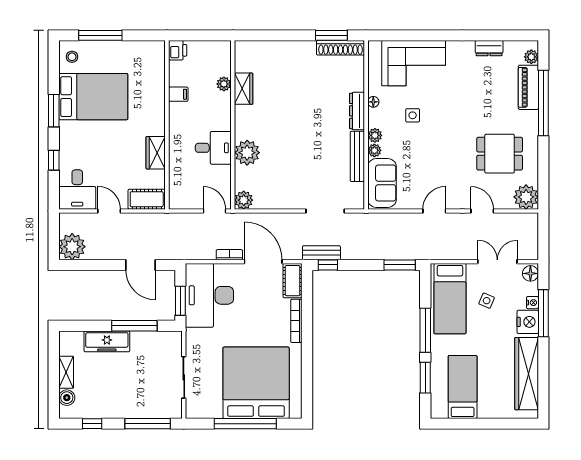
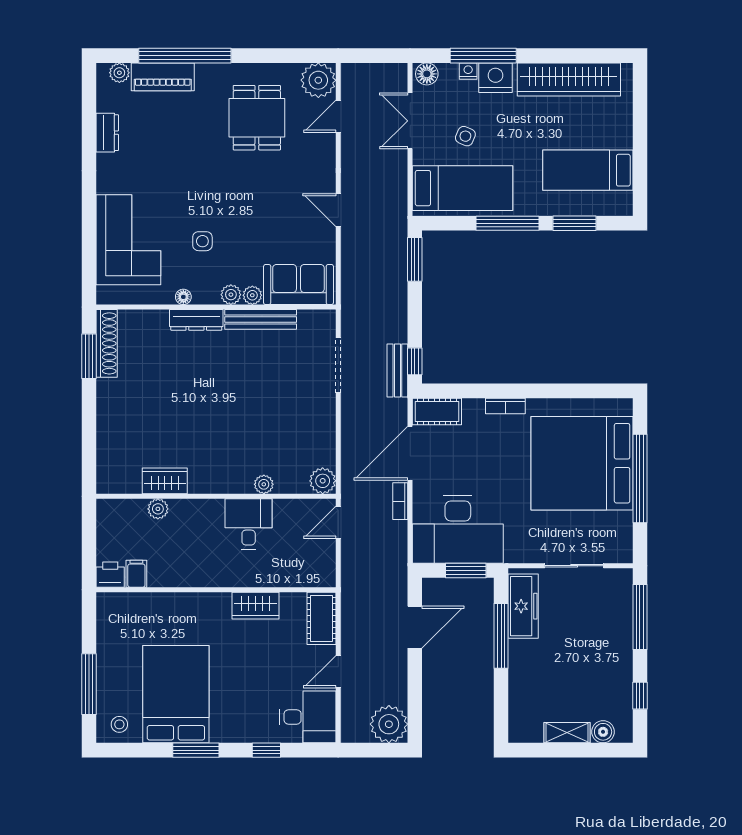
filing cabinet: (178, 94) -> (136, 574), moved
plant: (247, 153) -> (264, 484), width x0.53, depth x0.53
door: (482, 211) -> (338, 116), moved
bookcase: (296, 321) -> (505, 406), width x0.64
freezer: (107, 341) -> (523, 606), moved

